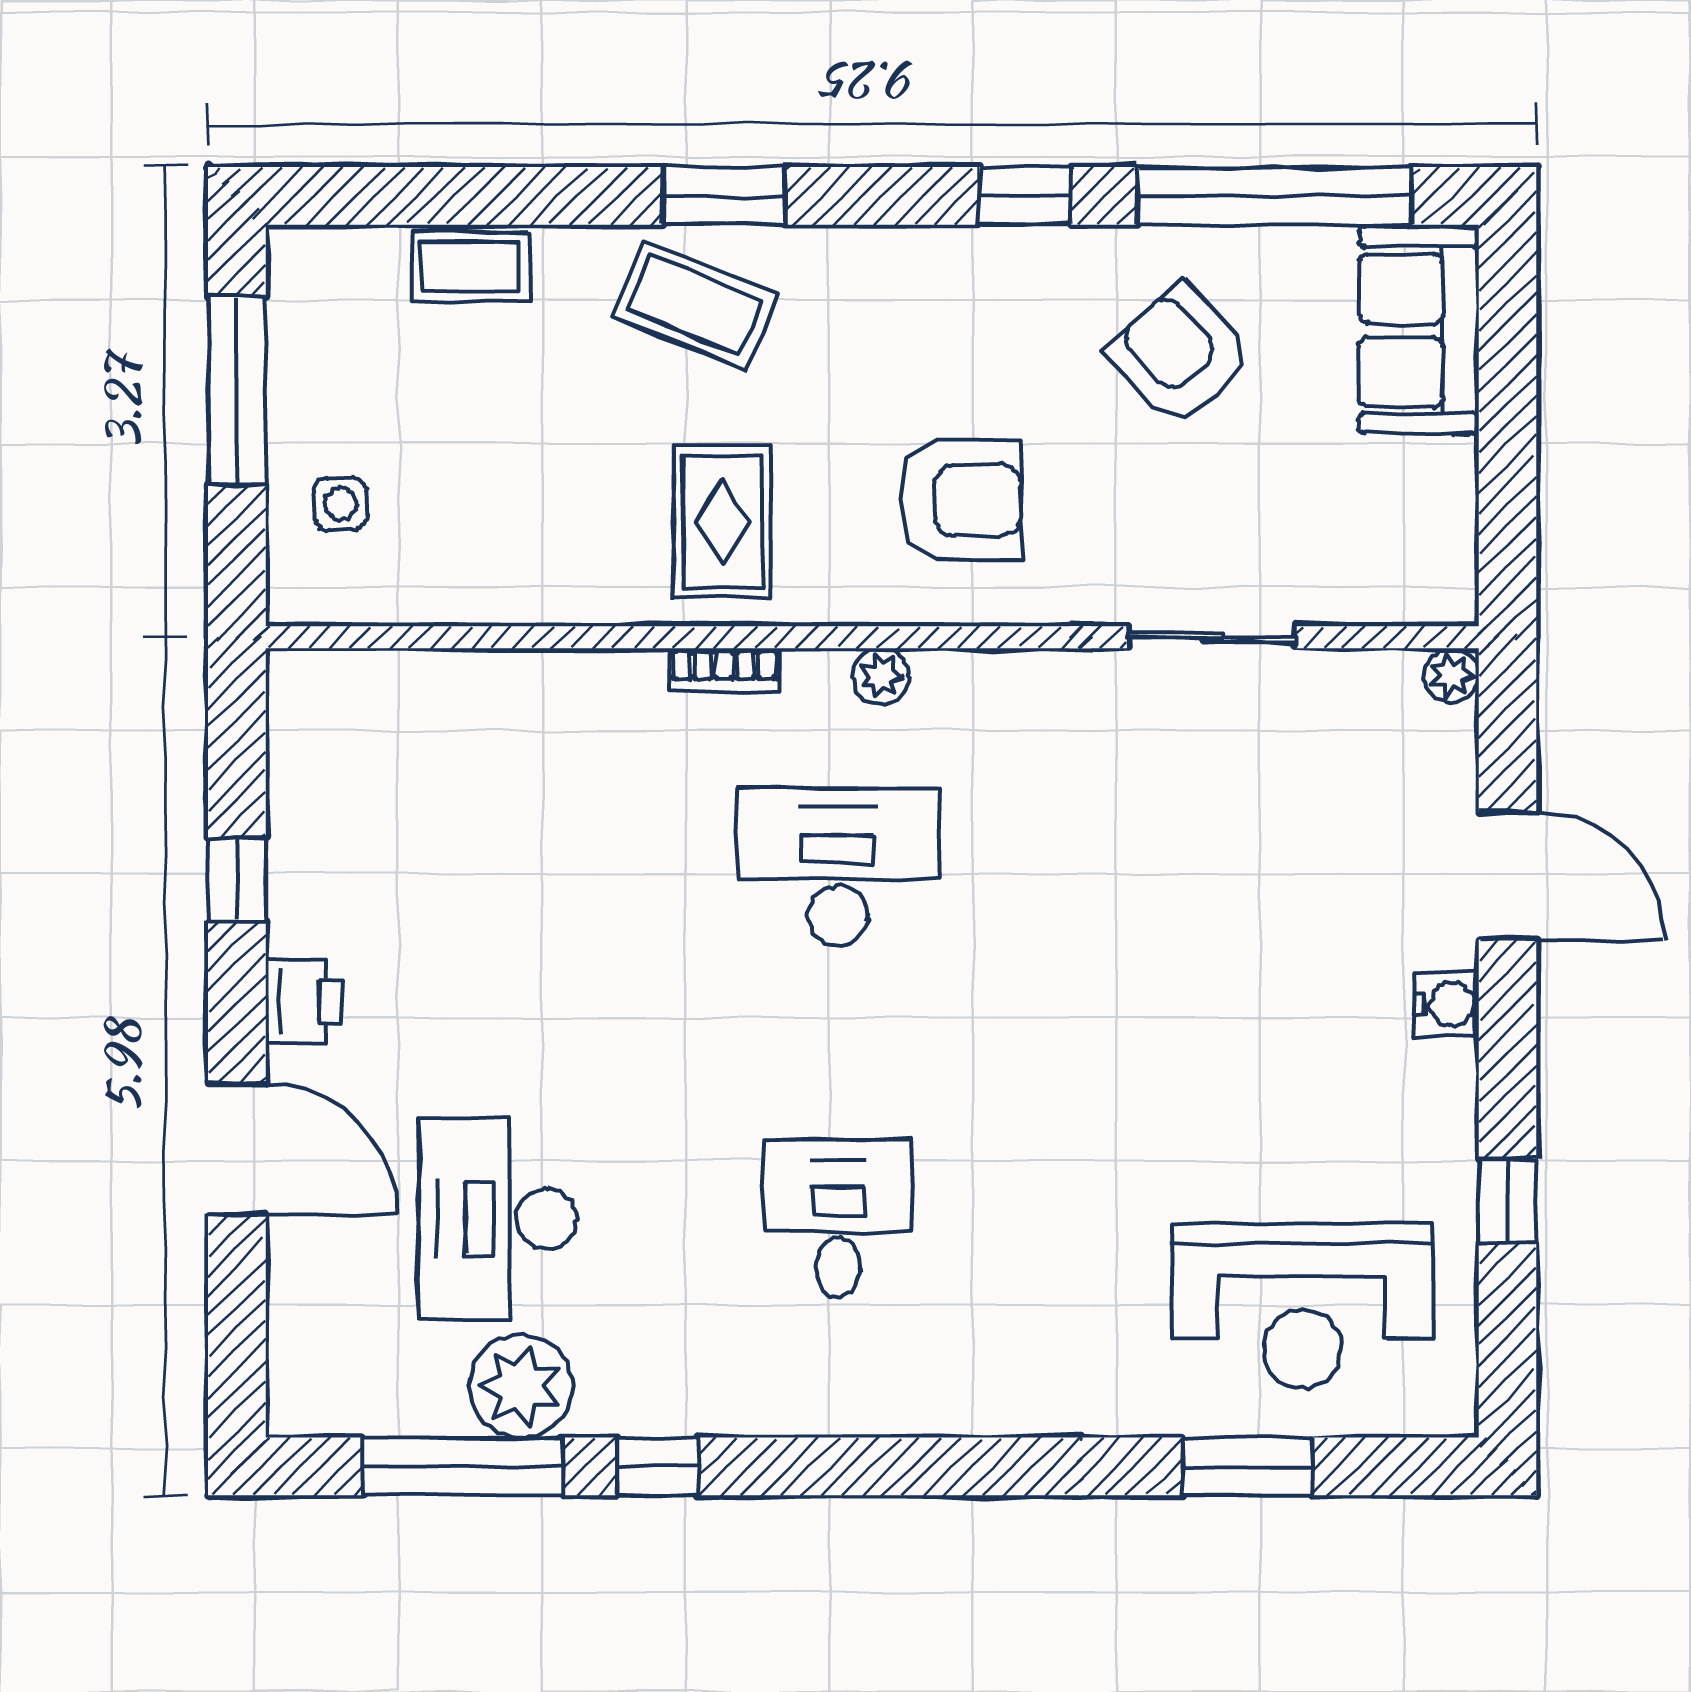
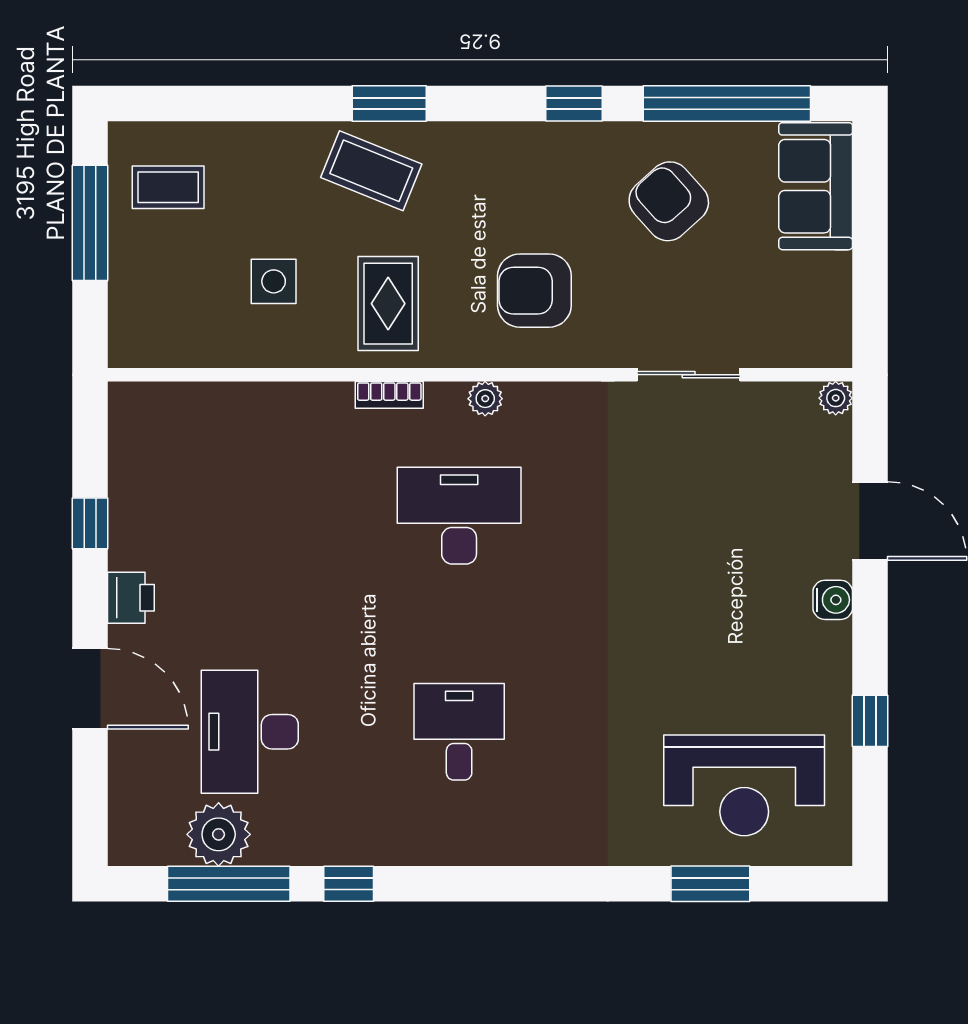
coffee table: (470, 266) -> (168, 187), moved
armchair: (961, 500) -> (534, 291), turned 180
side table: (340, 504) -> (274, 281), moved, width x1.37, depth x1.37
plant: (521, 1386) -> (219, 834), moved

